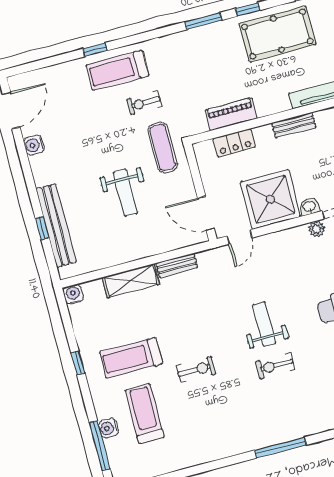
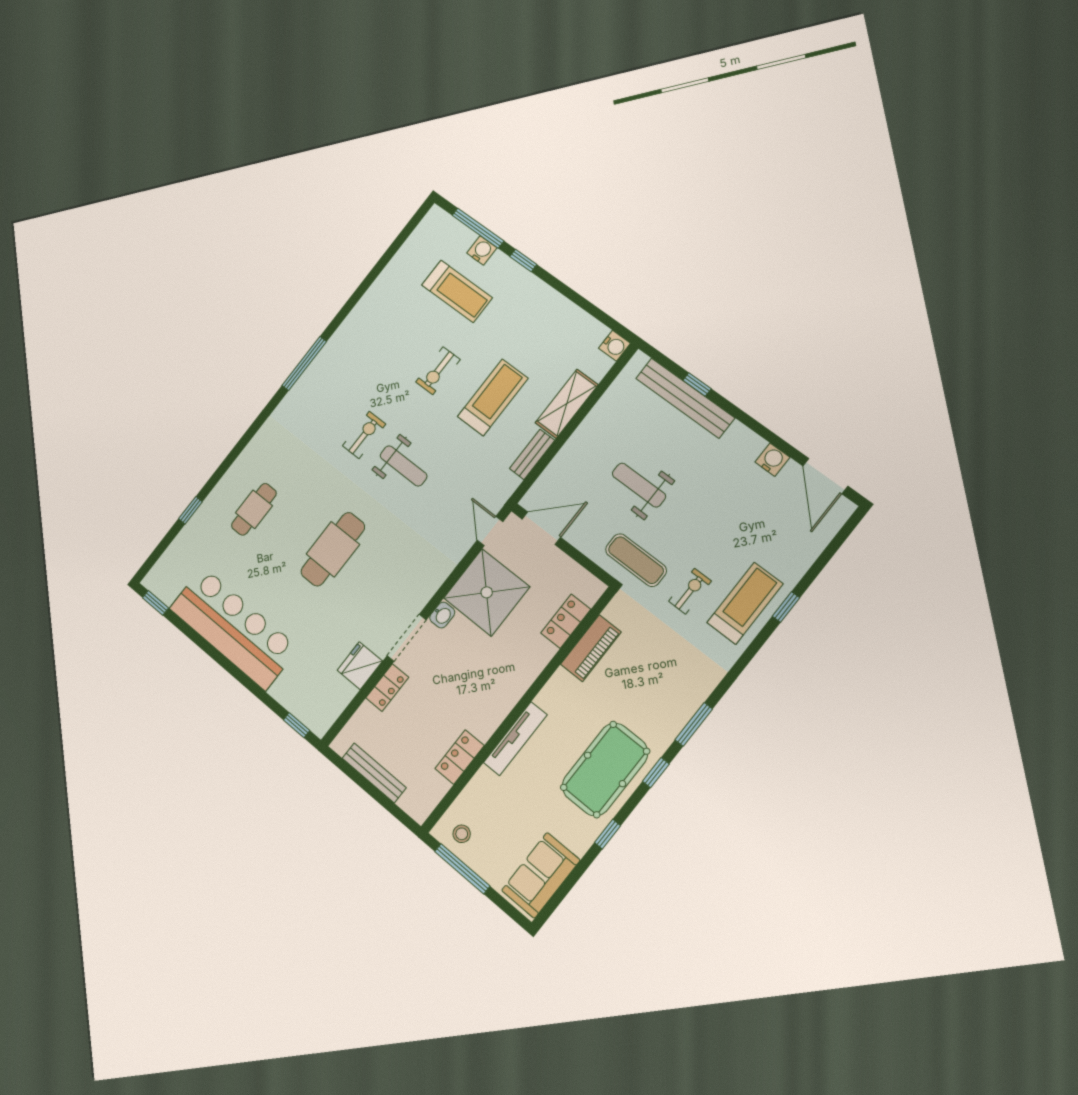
bench: (294, 125) -> (518, 686), removed
plant: (317, 229) -> (419, 598), removed
treadmill: (131, 358) -> (493, 397), moved
window: (78, 363) -> (523, 260), moved

